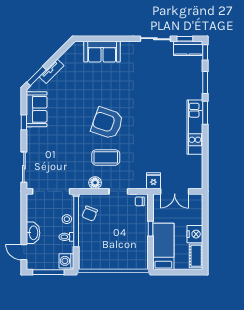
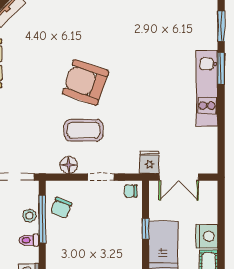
window: (76, 221) -> (42, 219), width x0.68

